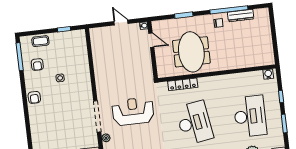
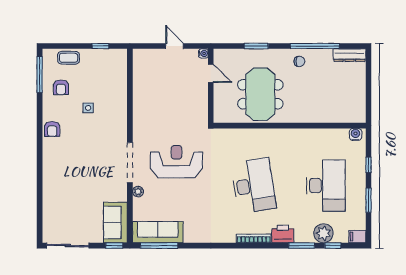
dresser: (241, 16) -> (349, 55), moved
locker: (183, 84) -> (244, 135), removed

